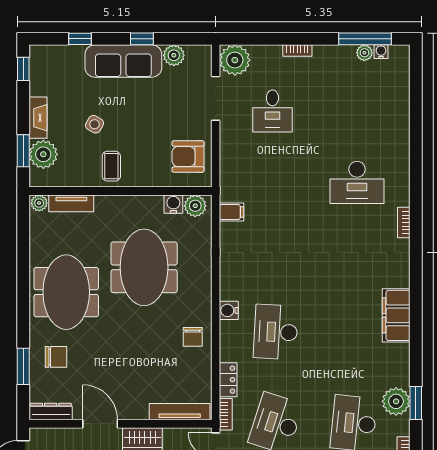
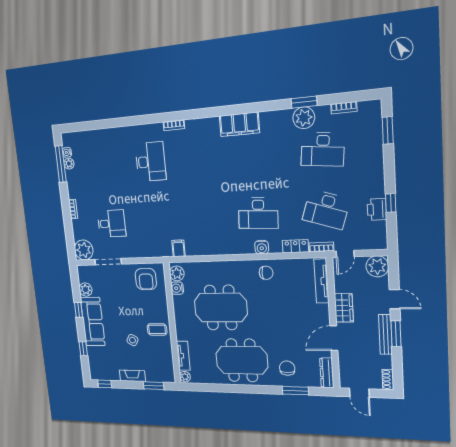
plant: (43, 154) -> (154, 373), removed
water cooler: (229, 310) -> (262, 247), moved

